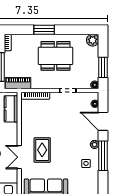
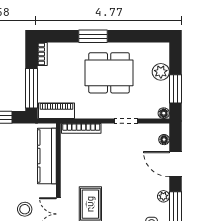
plant: (93, 40) -> (161, 72), moved
kitchen counter: (11, 109) -> (47, 156), width x1.50

